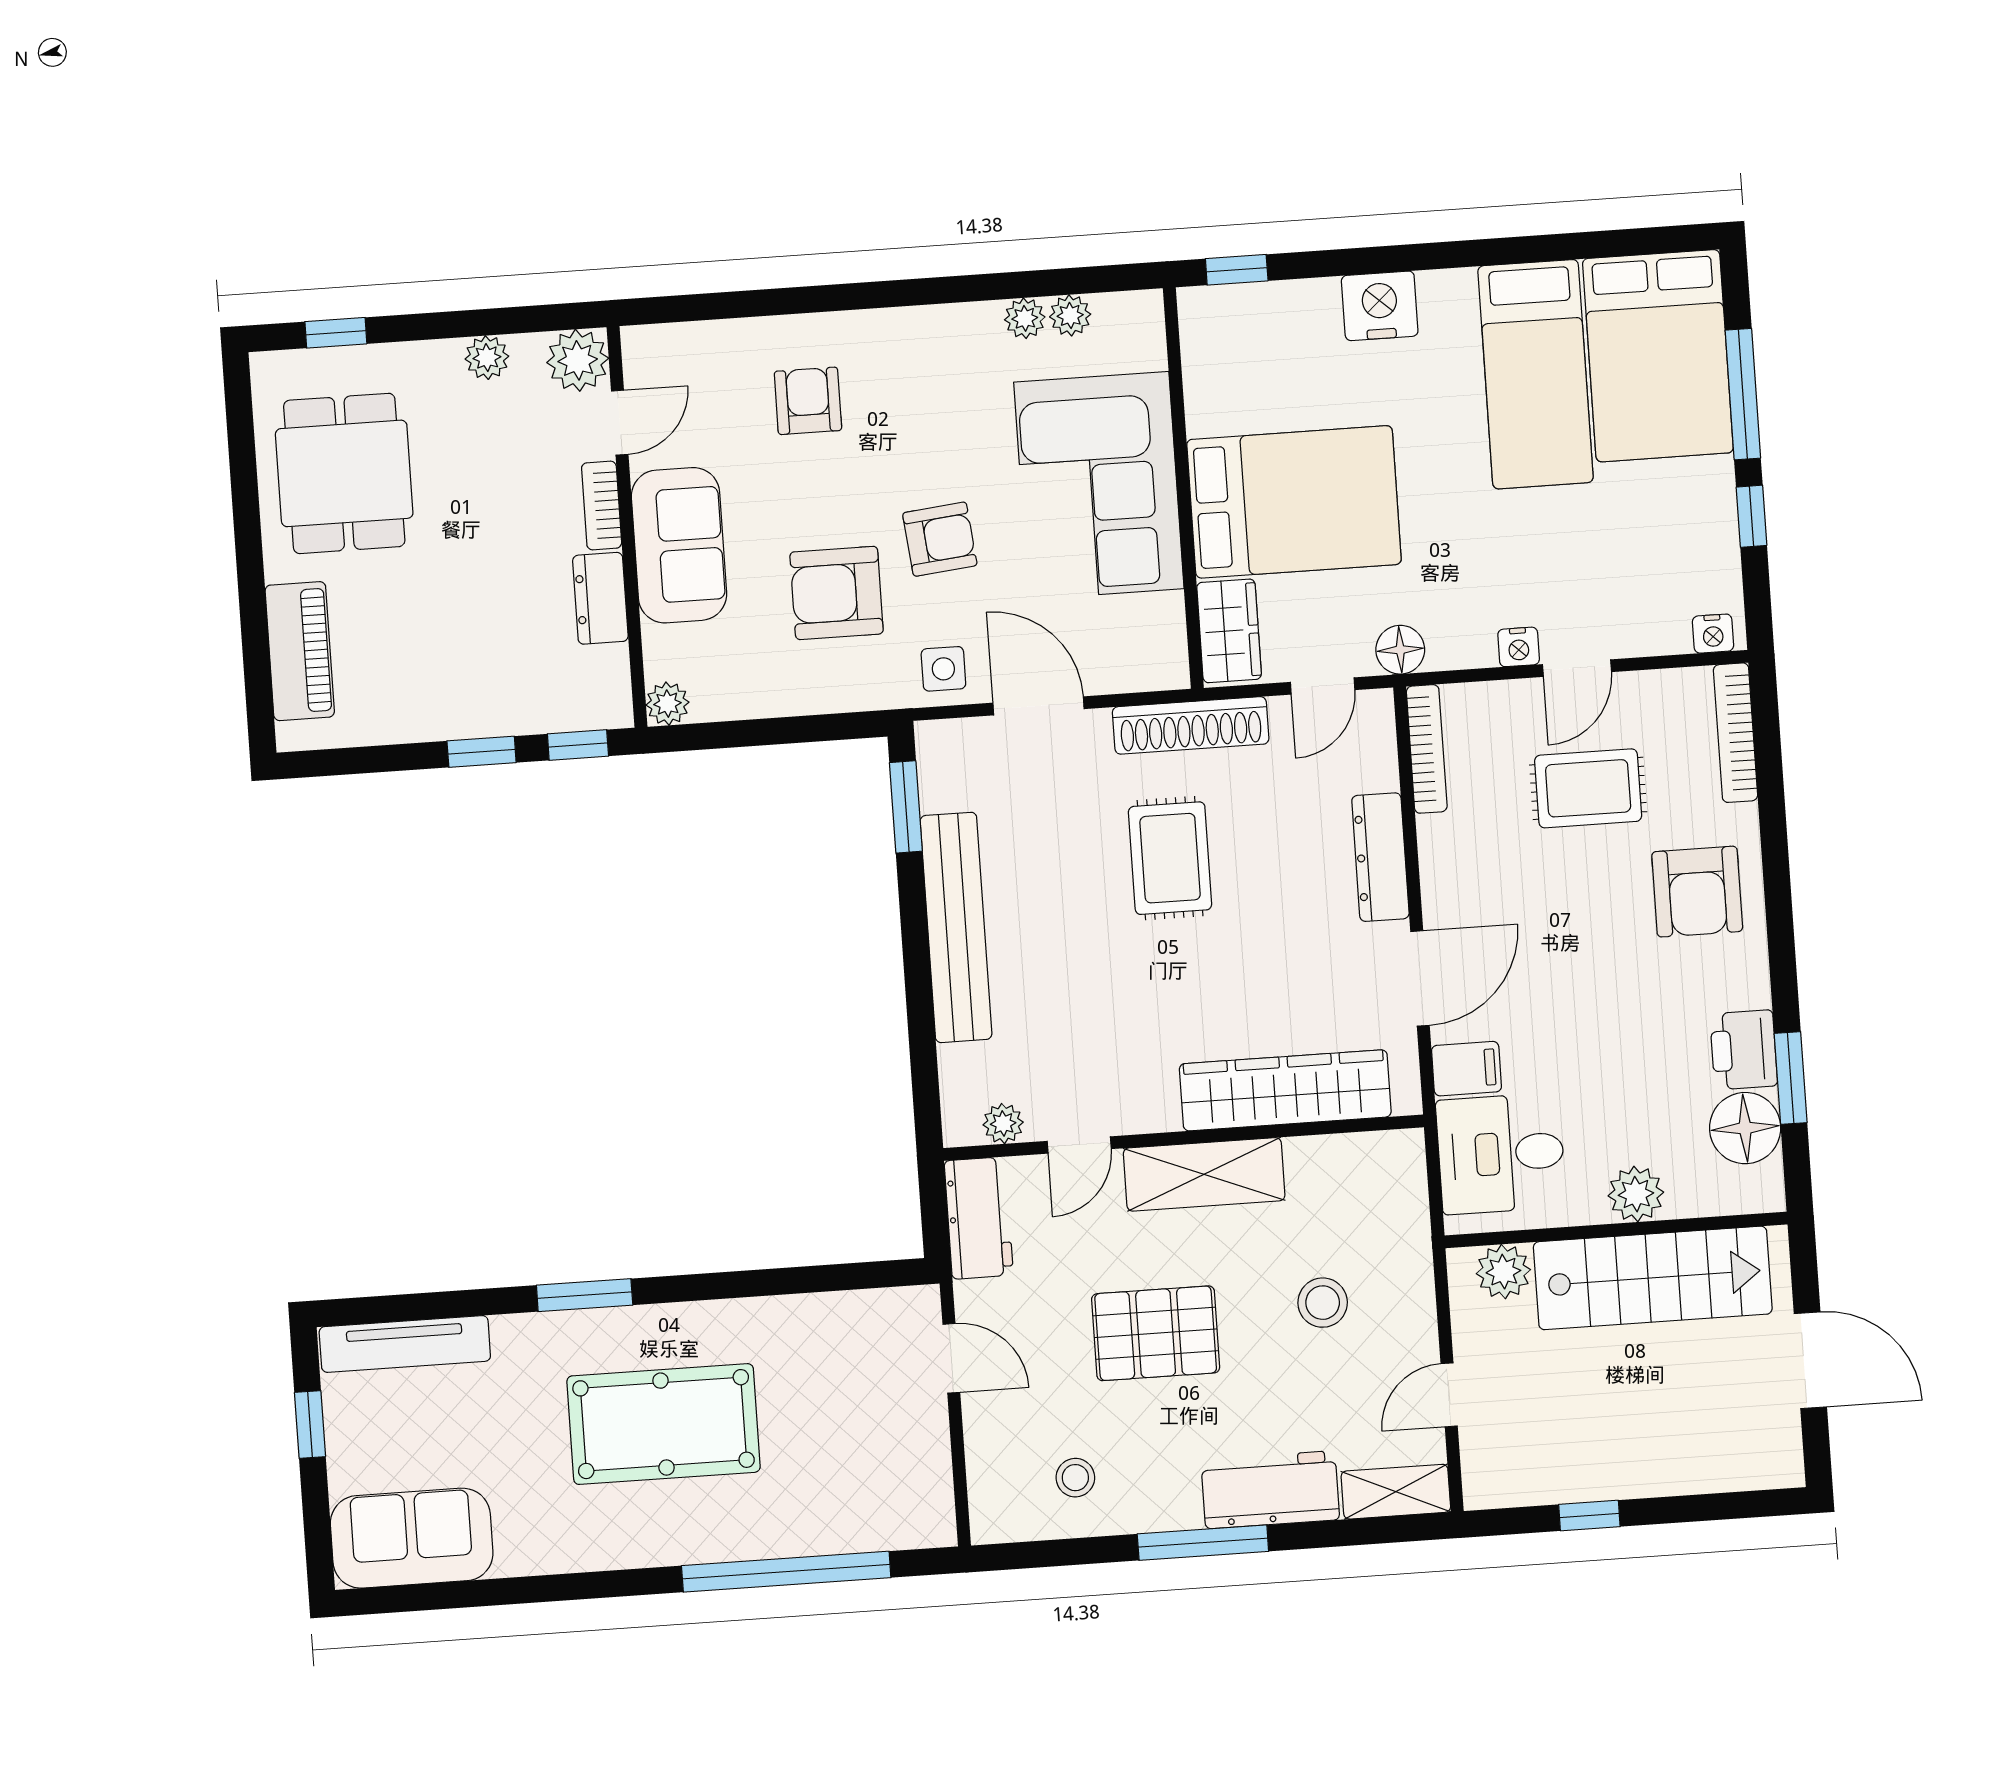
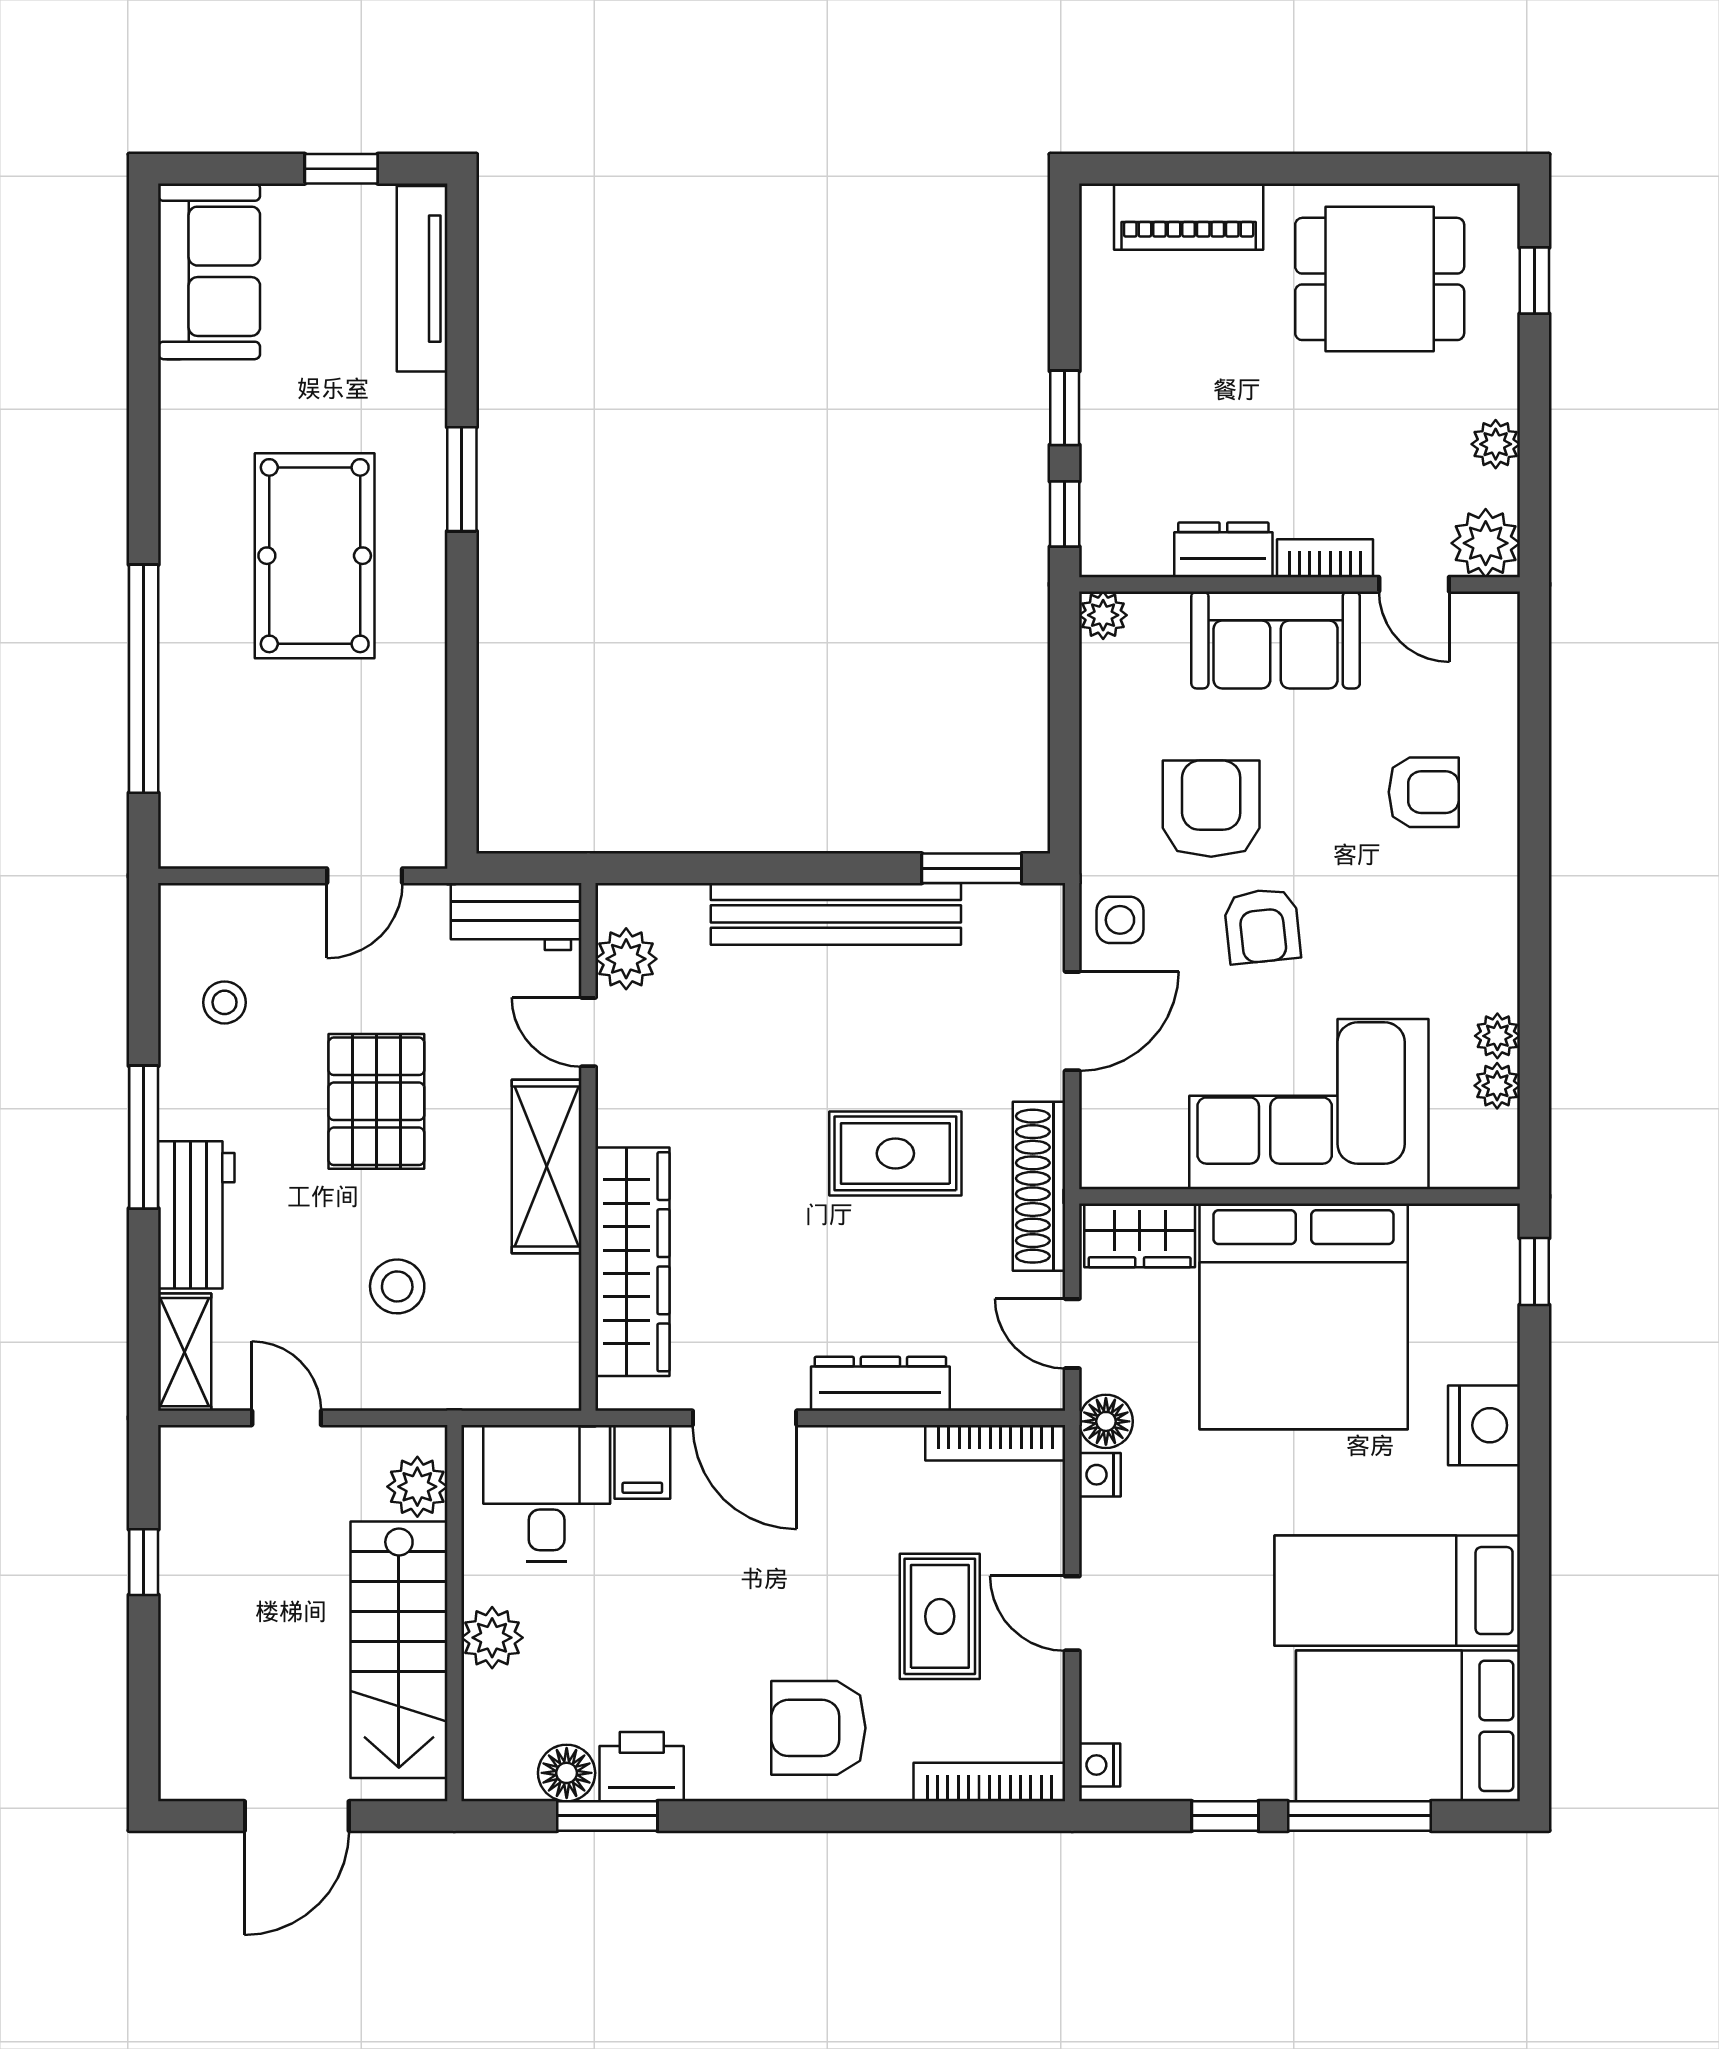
bed: (1294, 502) -> (1304, 1316), width x1.36
nightstand: (1519, 647) -> (1100, 1475), moved
plant: (1003, 1124) -> (626, 959), width x1.38, depth x1.38
floor lamp: (1745, 1128) -> (567, 1773), width x0.73, depth x0.73

